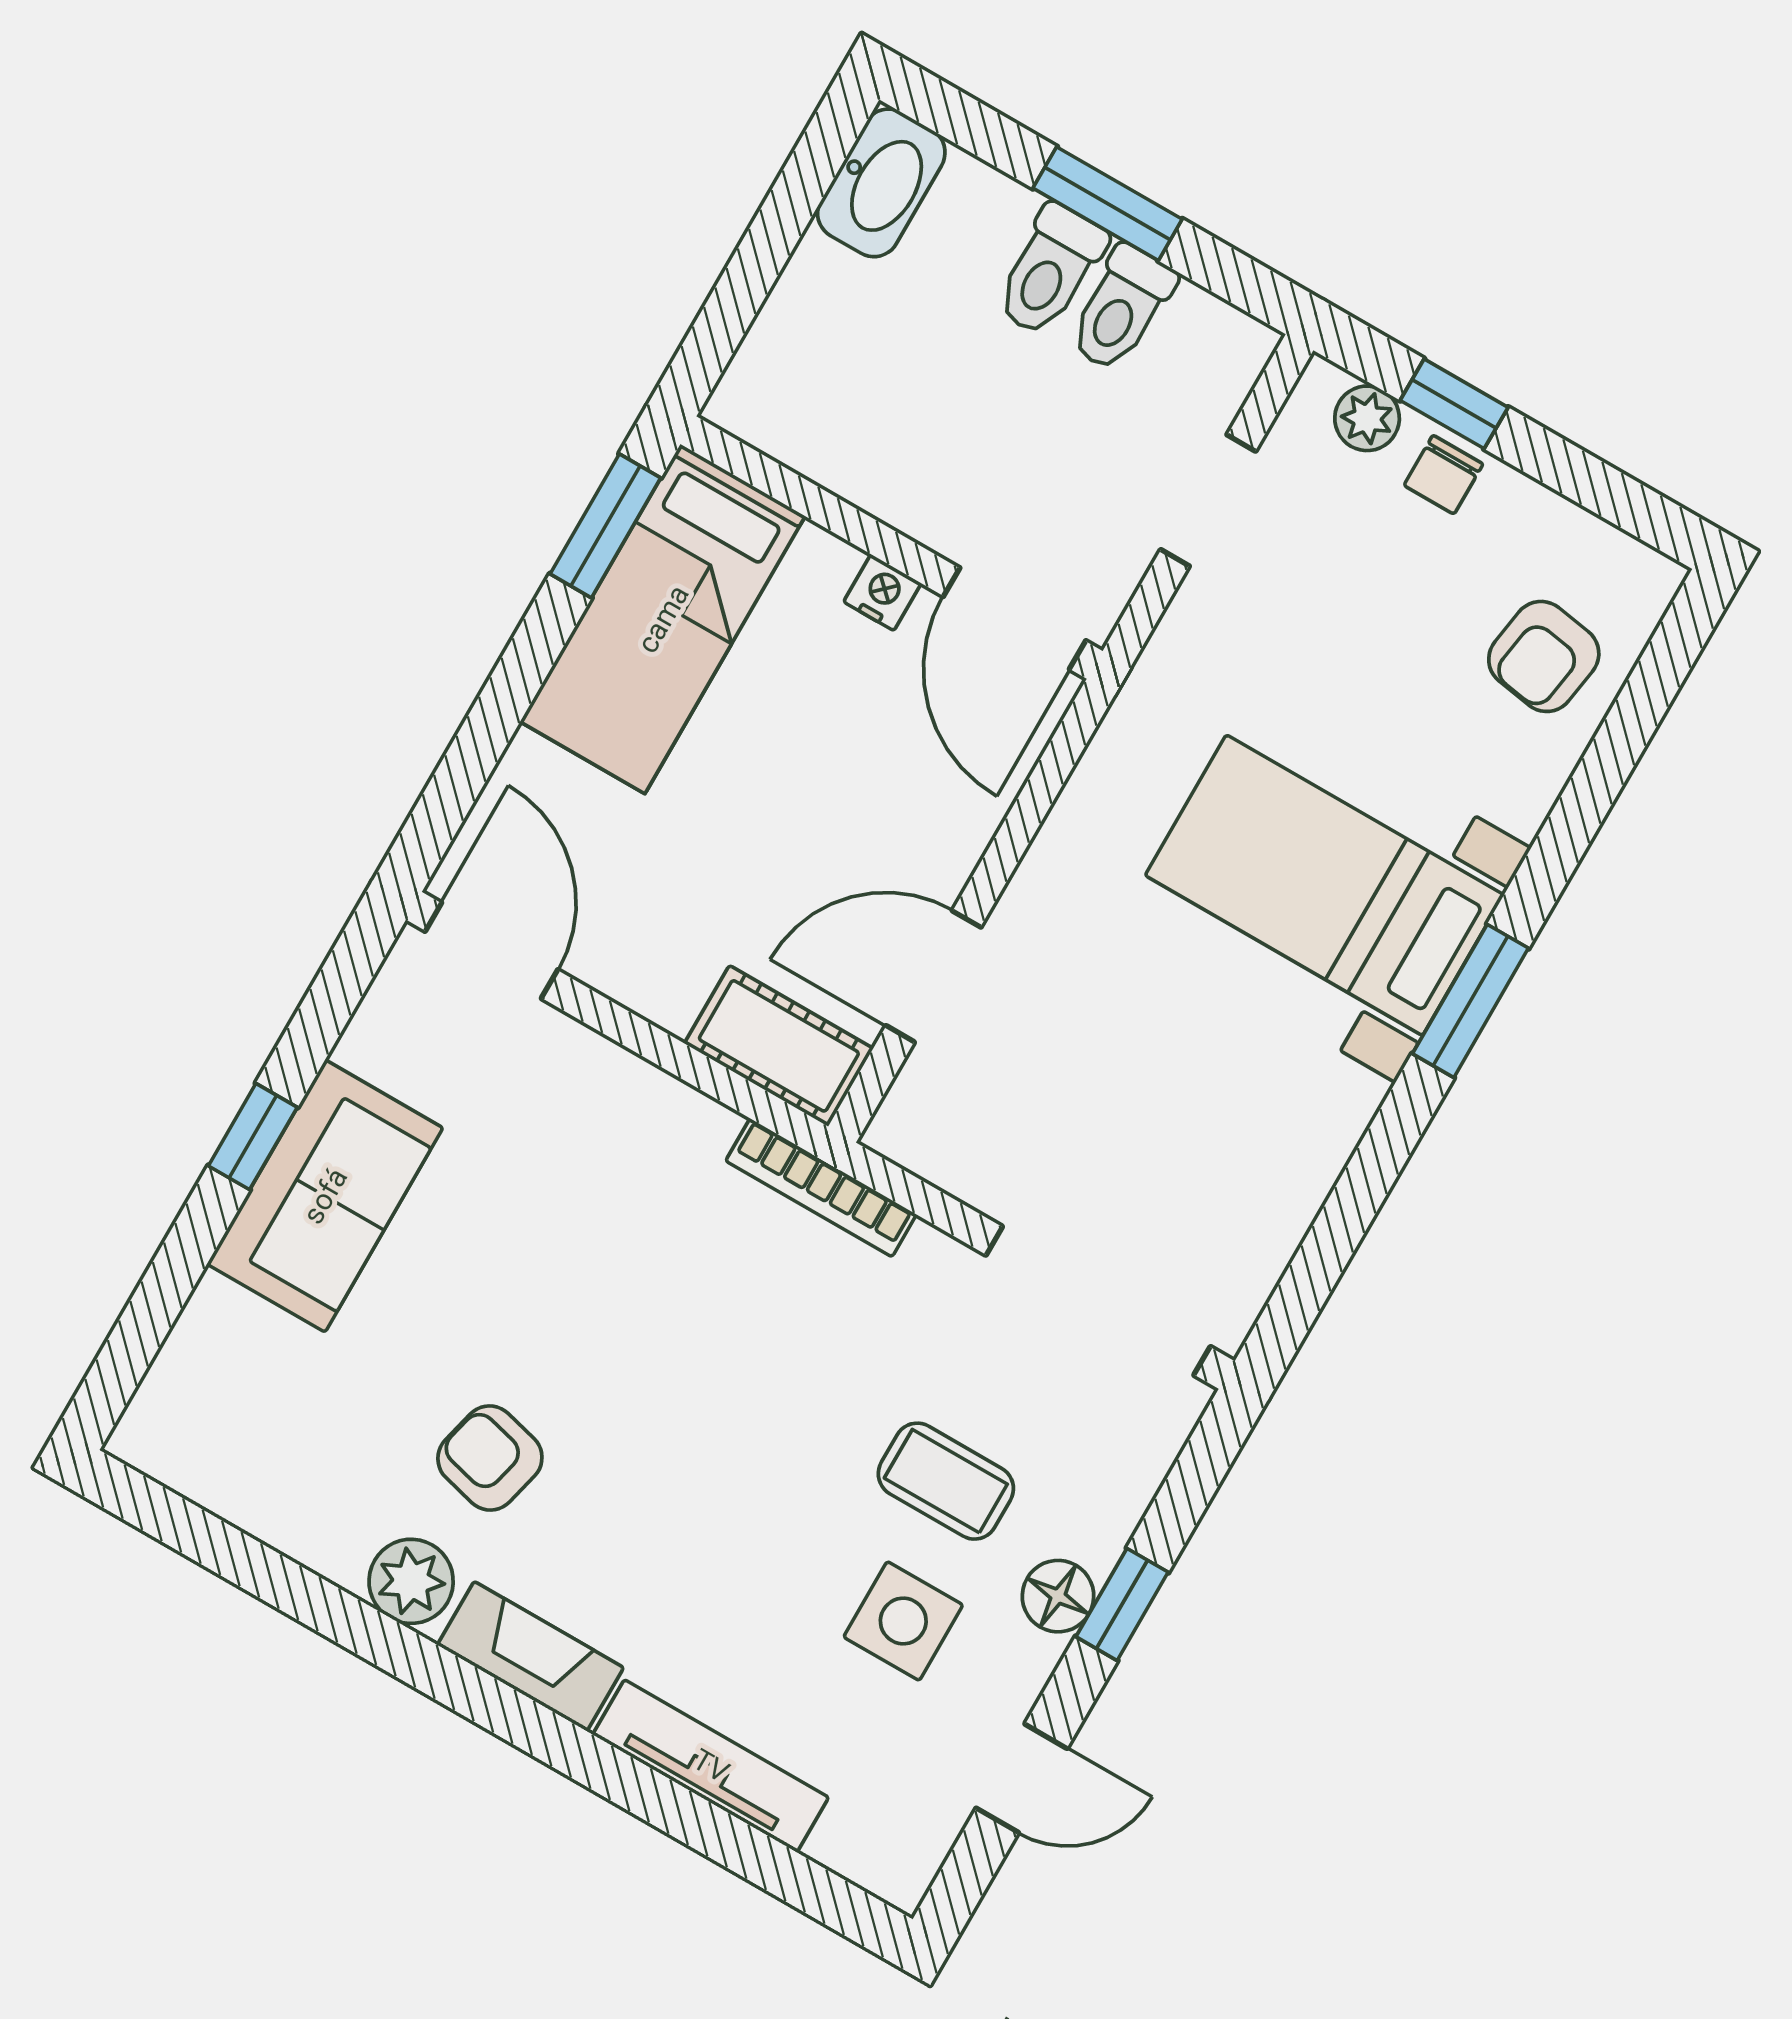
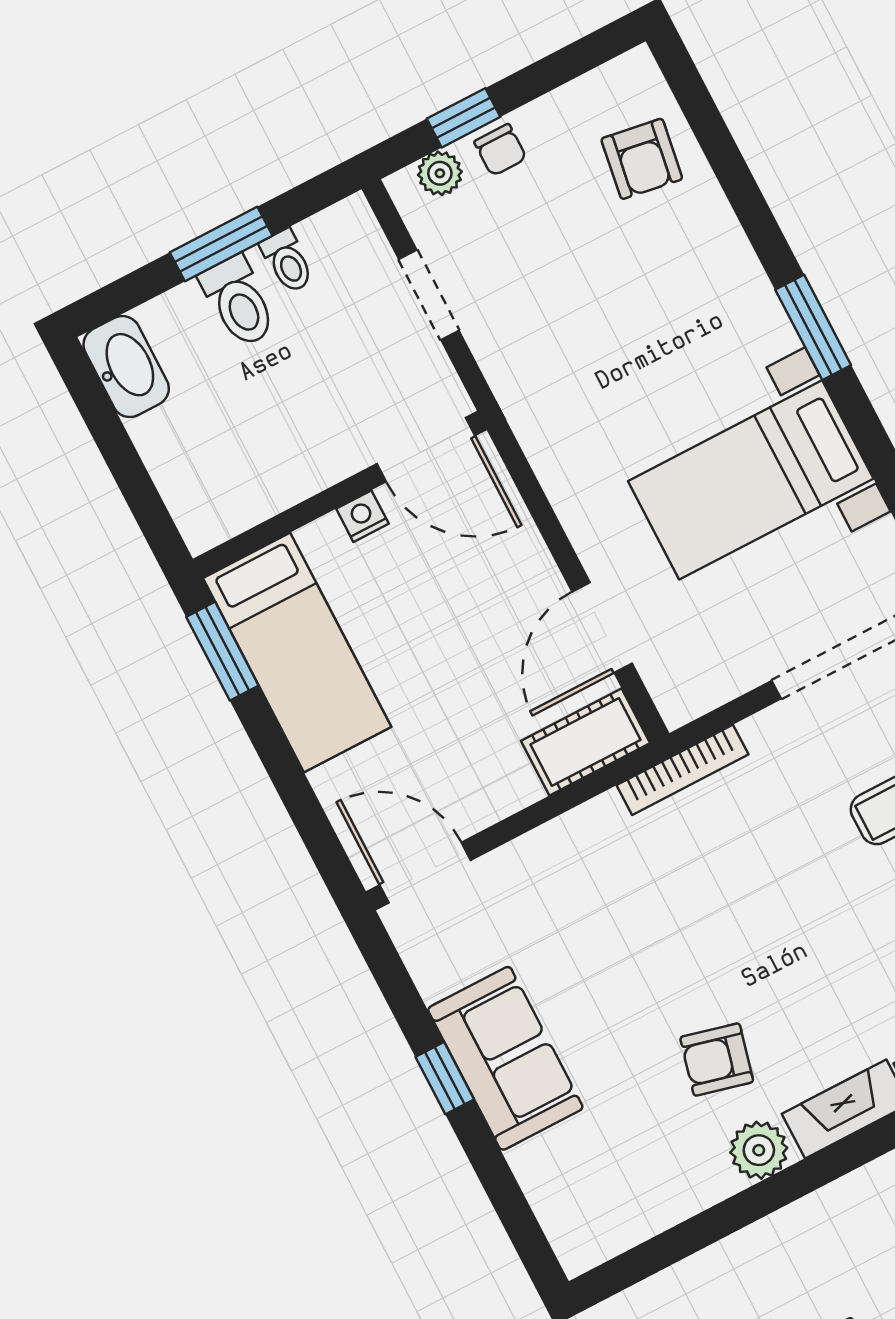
toilet: (1121, 308) -> (287, 261), width x0.73, depth x0.72
bed with nightstands: (1324, 885) -> (751, 480), moved

